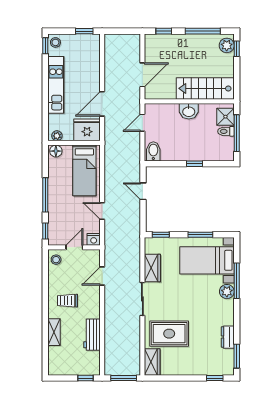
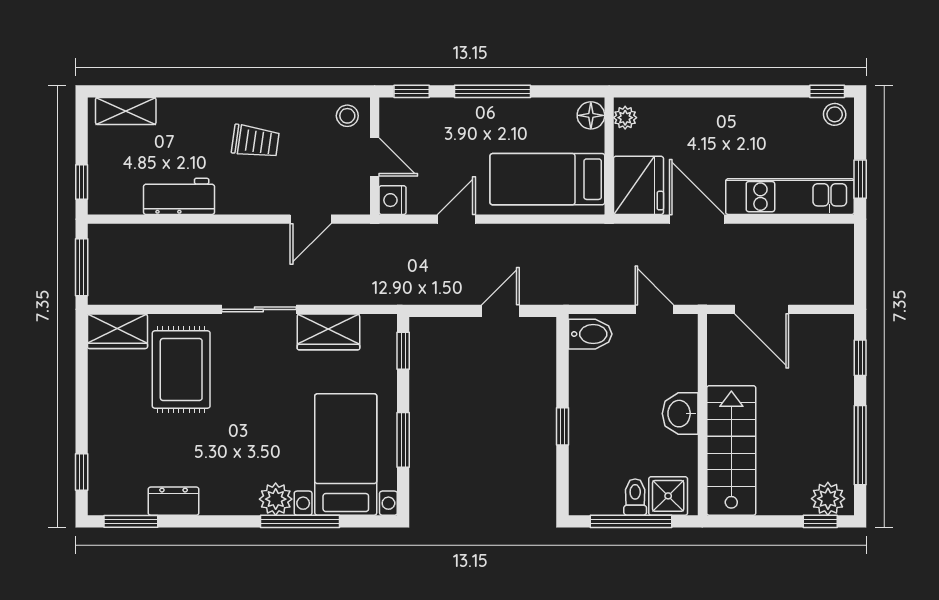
kitchen unit: (56, 85) -> (790, 197), moved, turned 180
door: (102, 276) -> (311, 219), swing flipped
trolley: (67, 301) -> (255, 141), turned 98
shelving: (54, 332) -> (126, 111), moved

